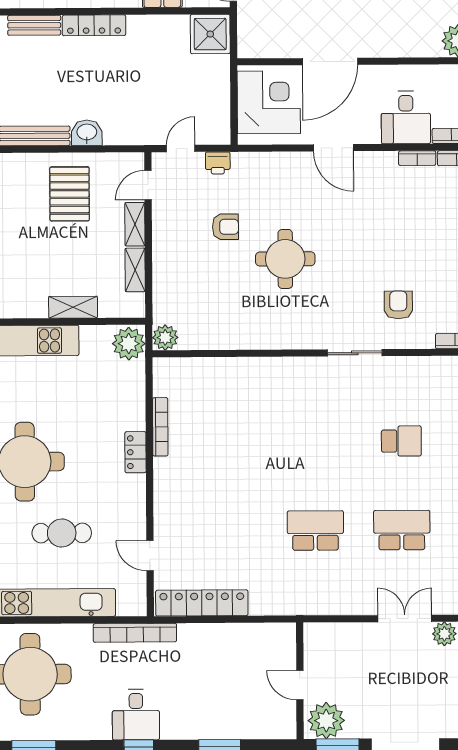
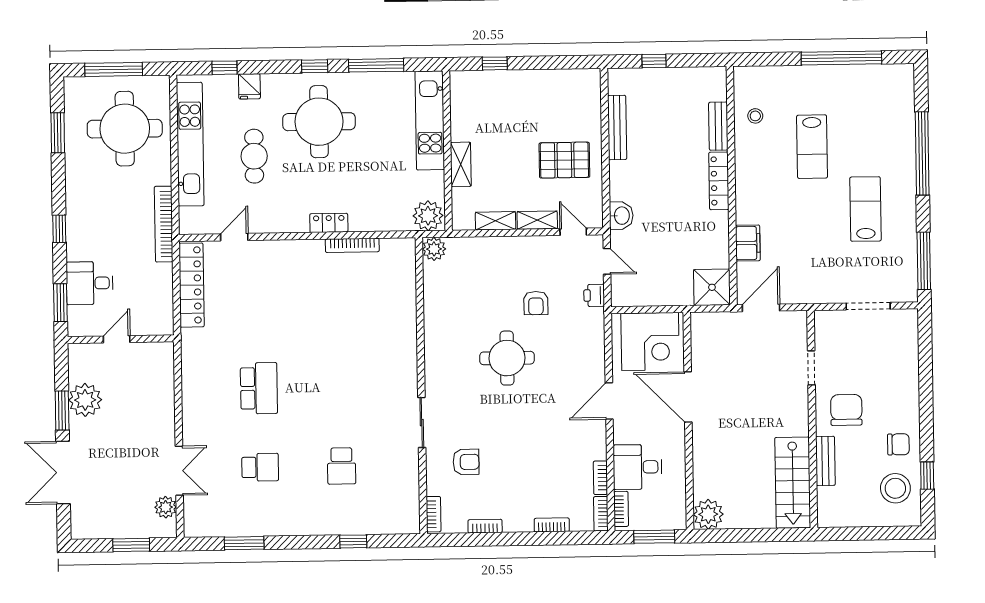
washbasin: (87, 133) -> (621, 216), moved
school desk: (402, 530) -> (260, 467), width x0.54
wall: (300, 681) -> (121, 339), moved
door: (300, 685) -> (117, 339), moved
desk: (136, 715) -> (90, 283), moved

